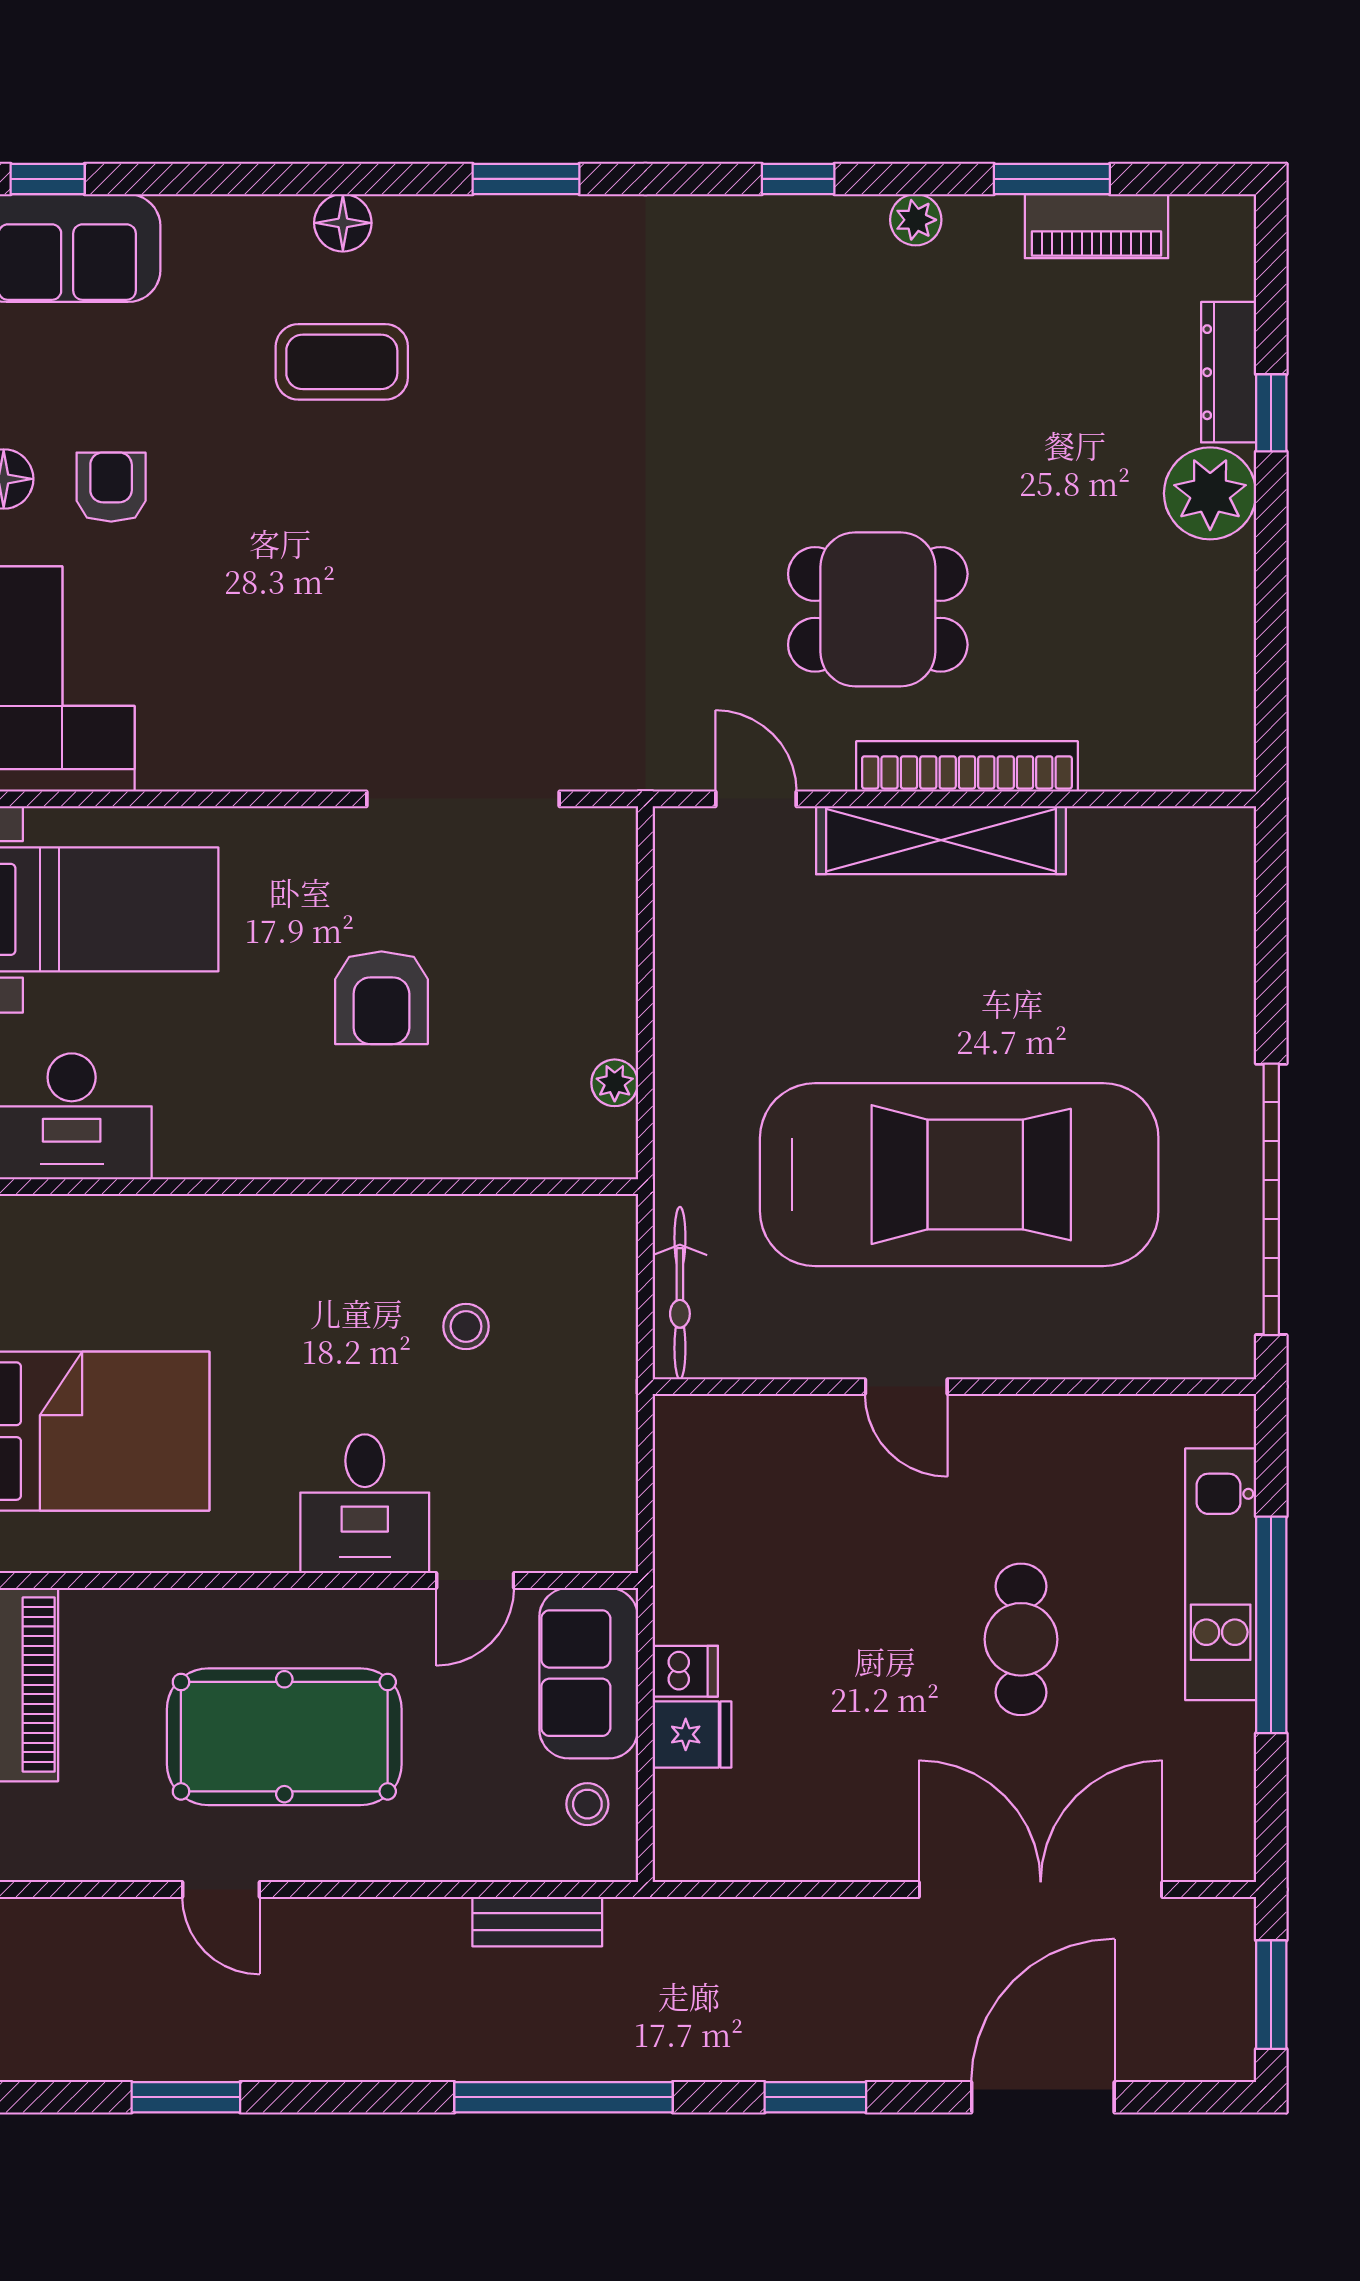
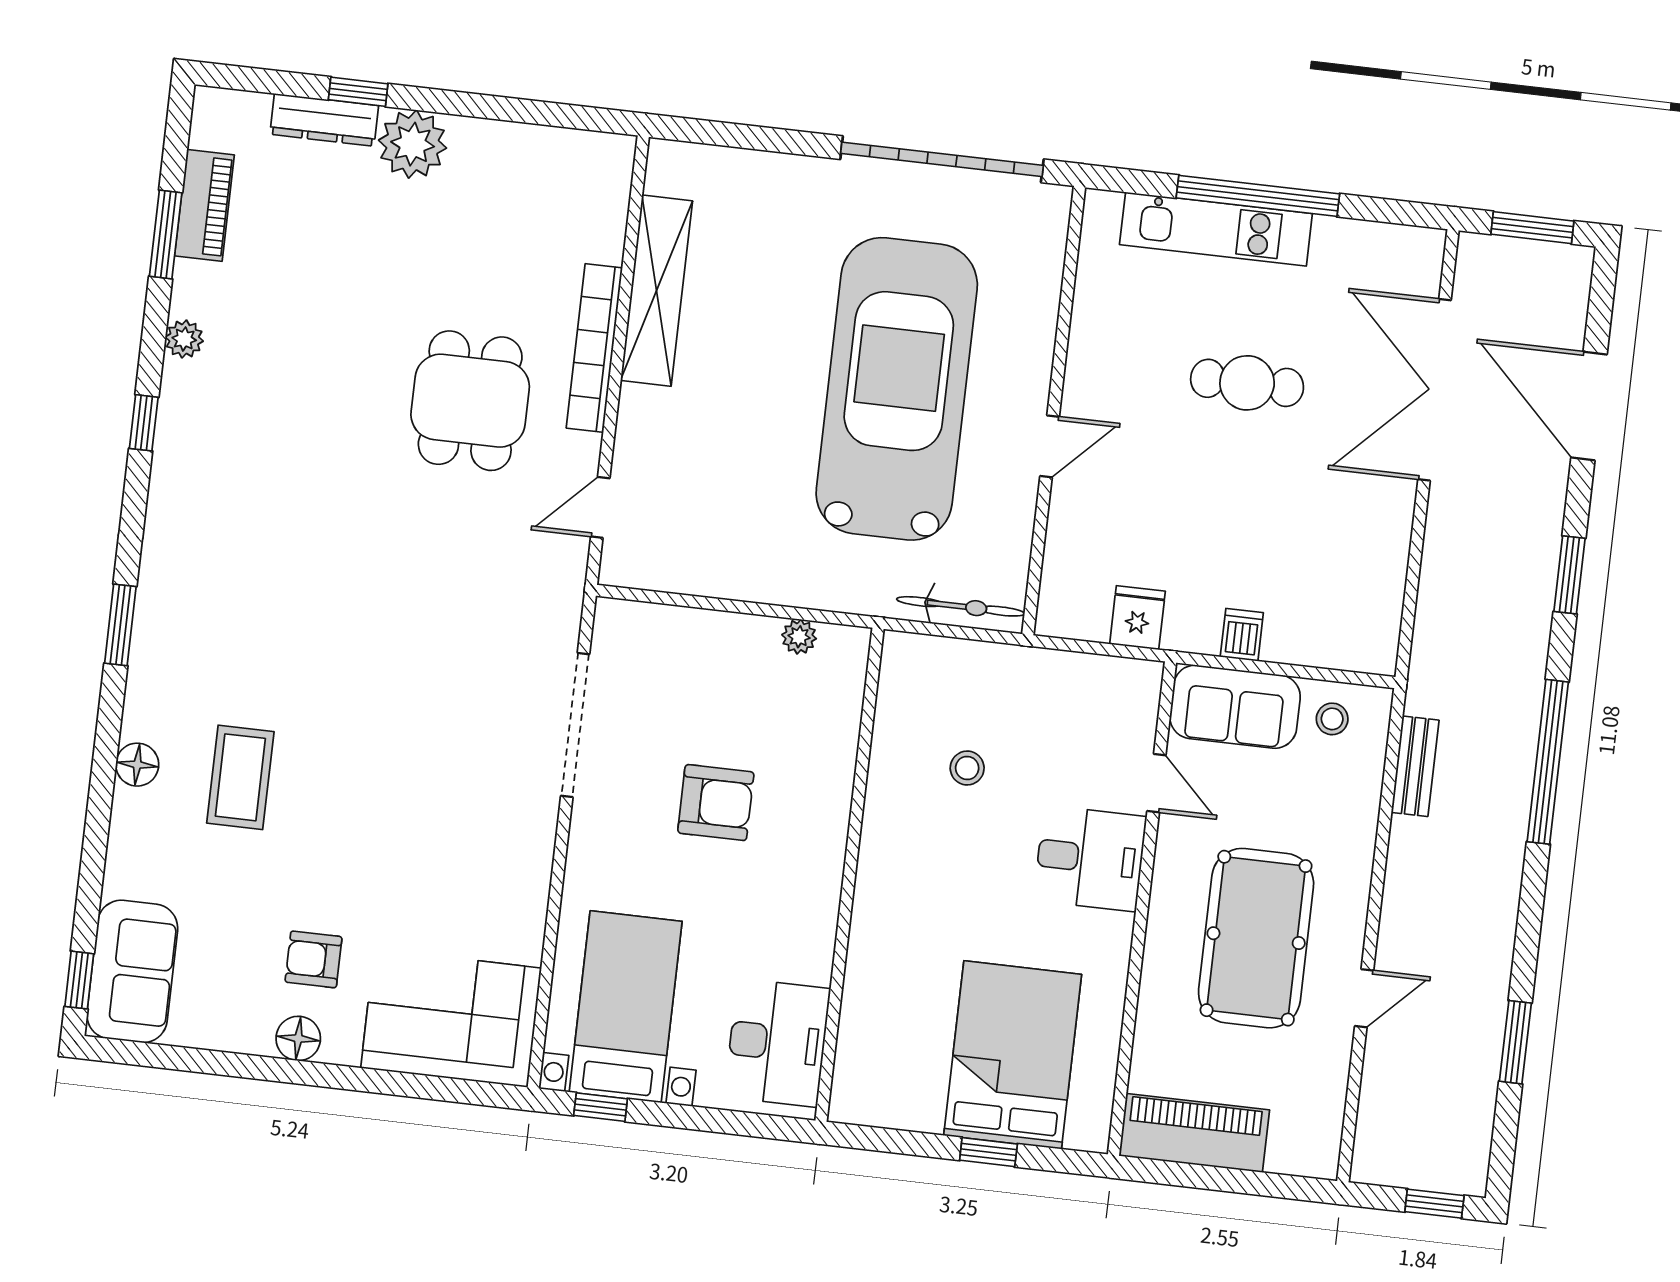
shelving: (941, 840) -> (656, 291), moved
fridge: (692, 1734) -> (1137, 618), moved

